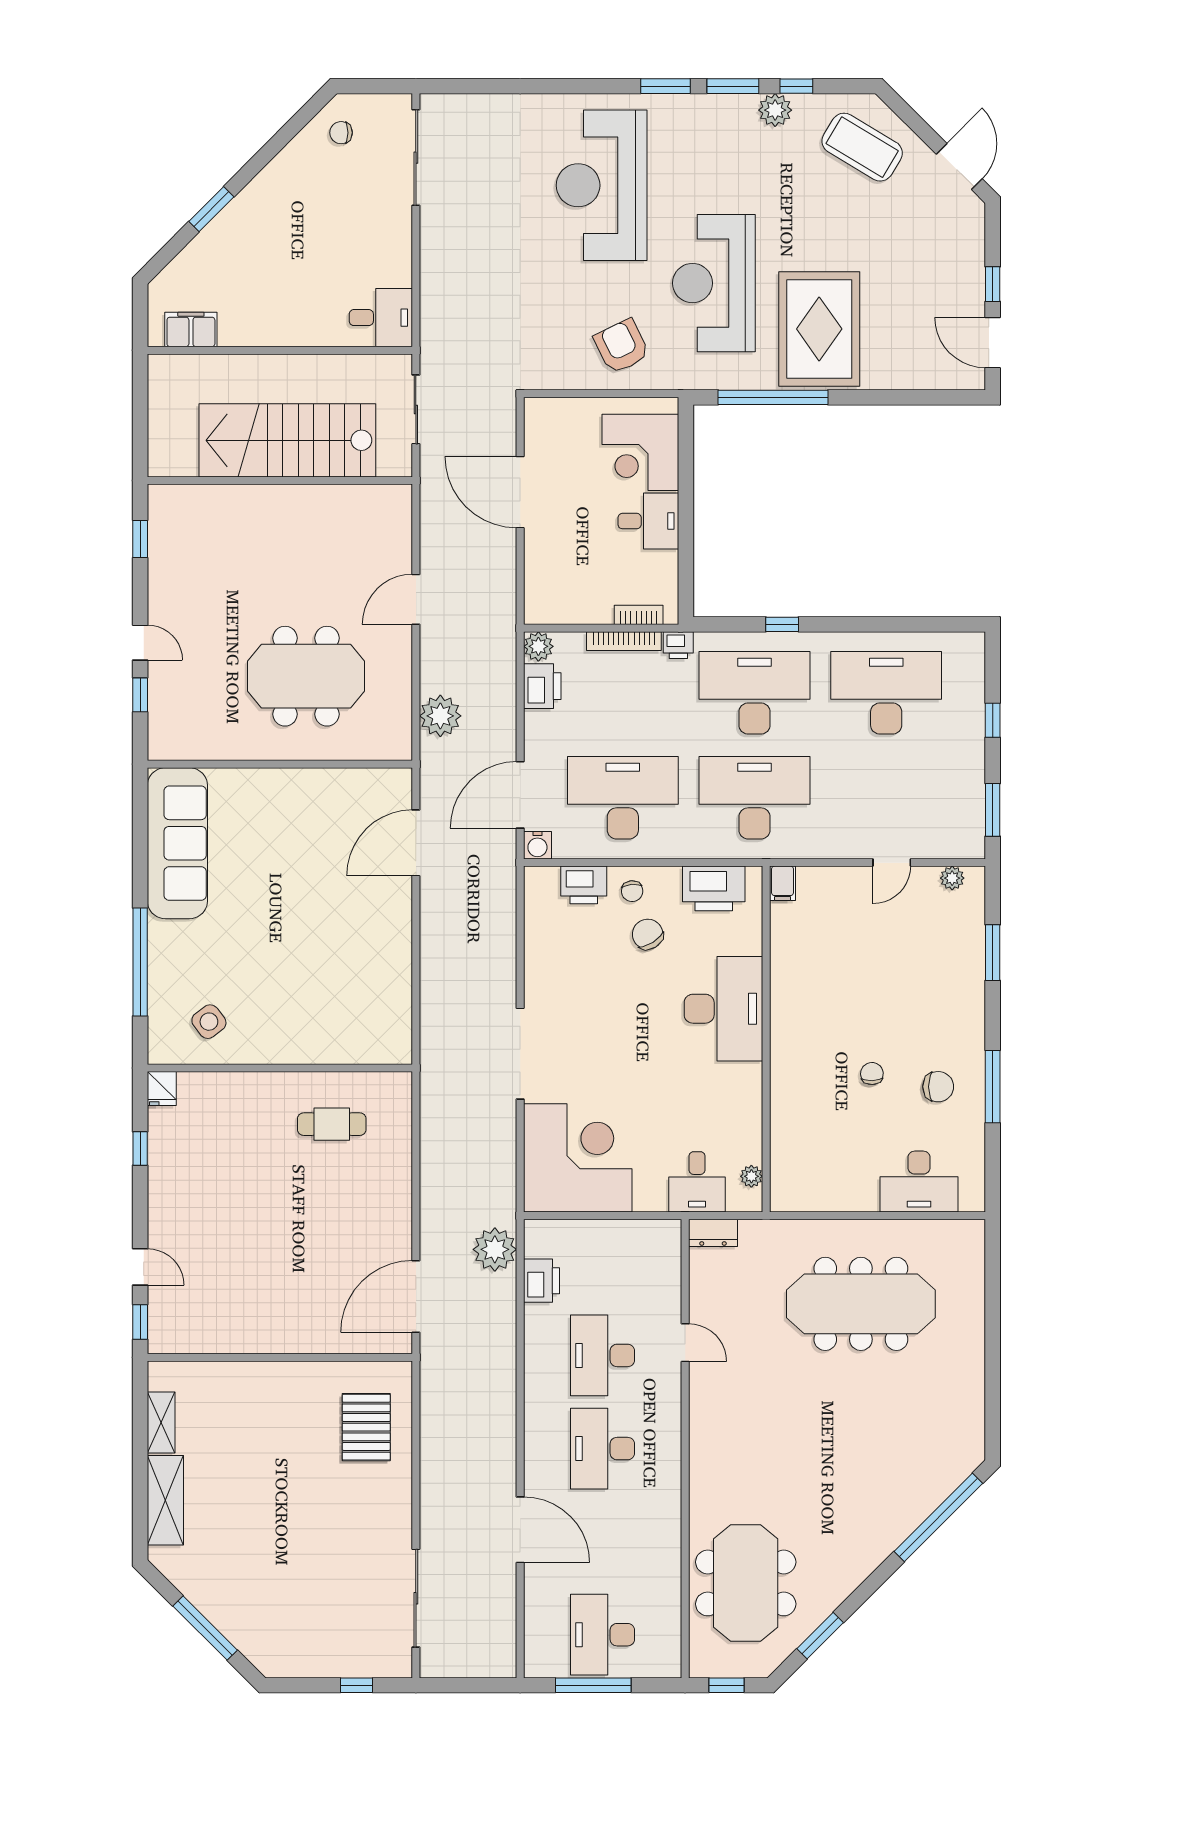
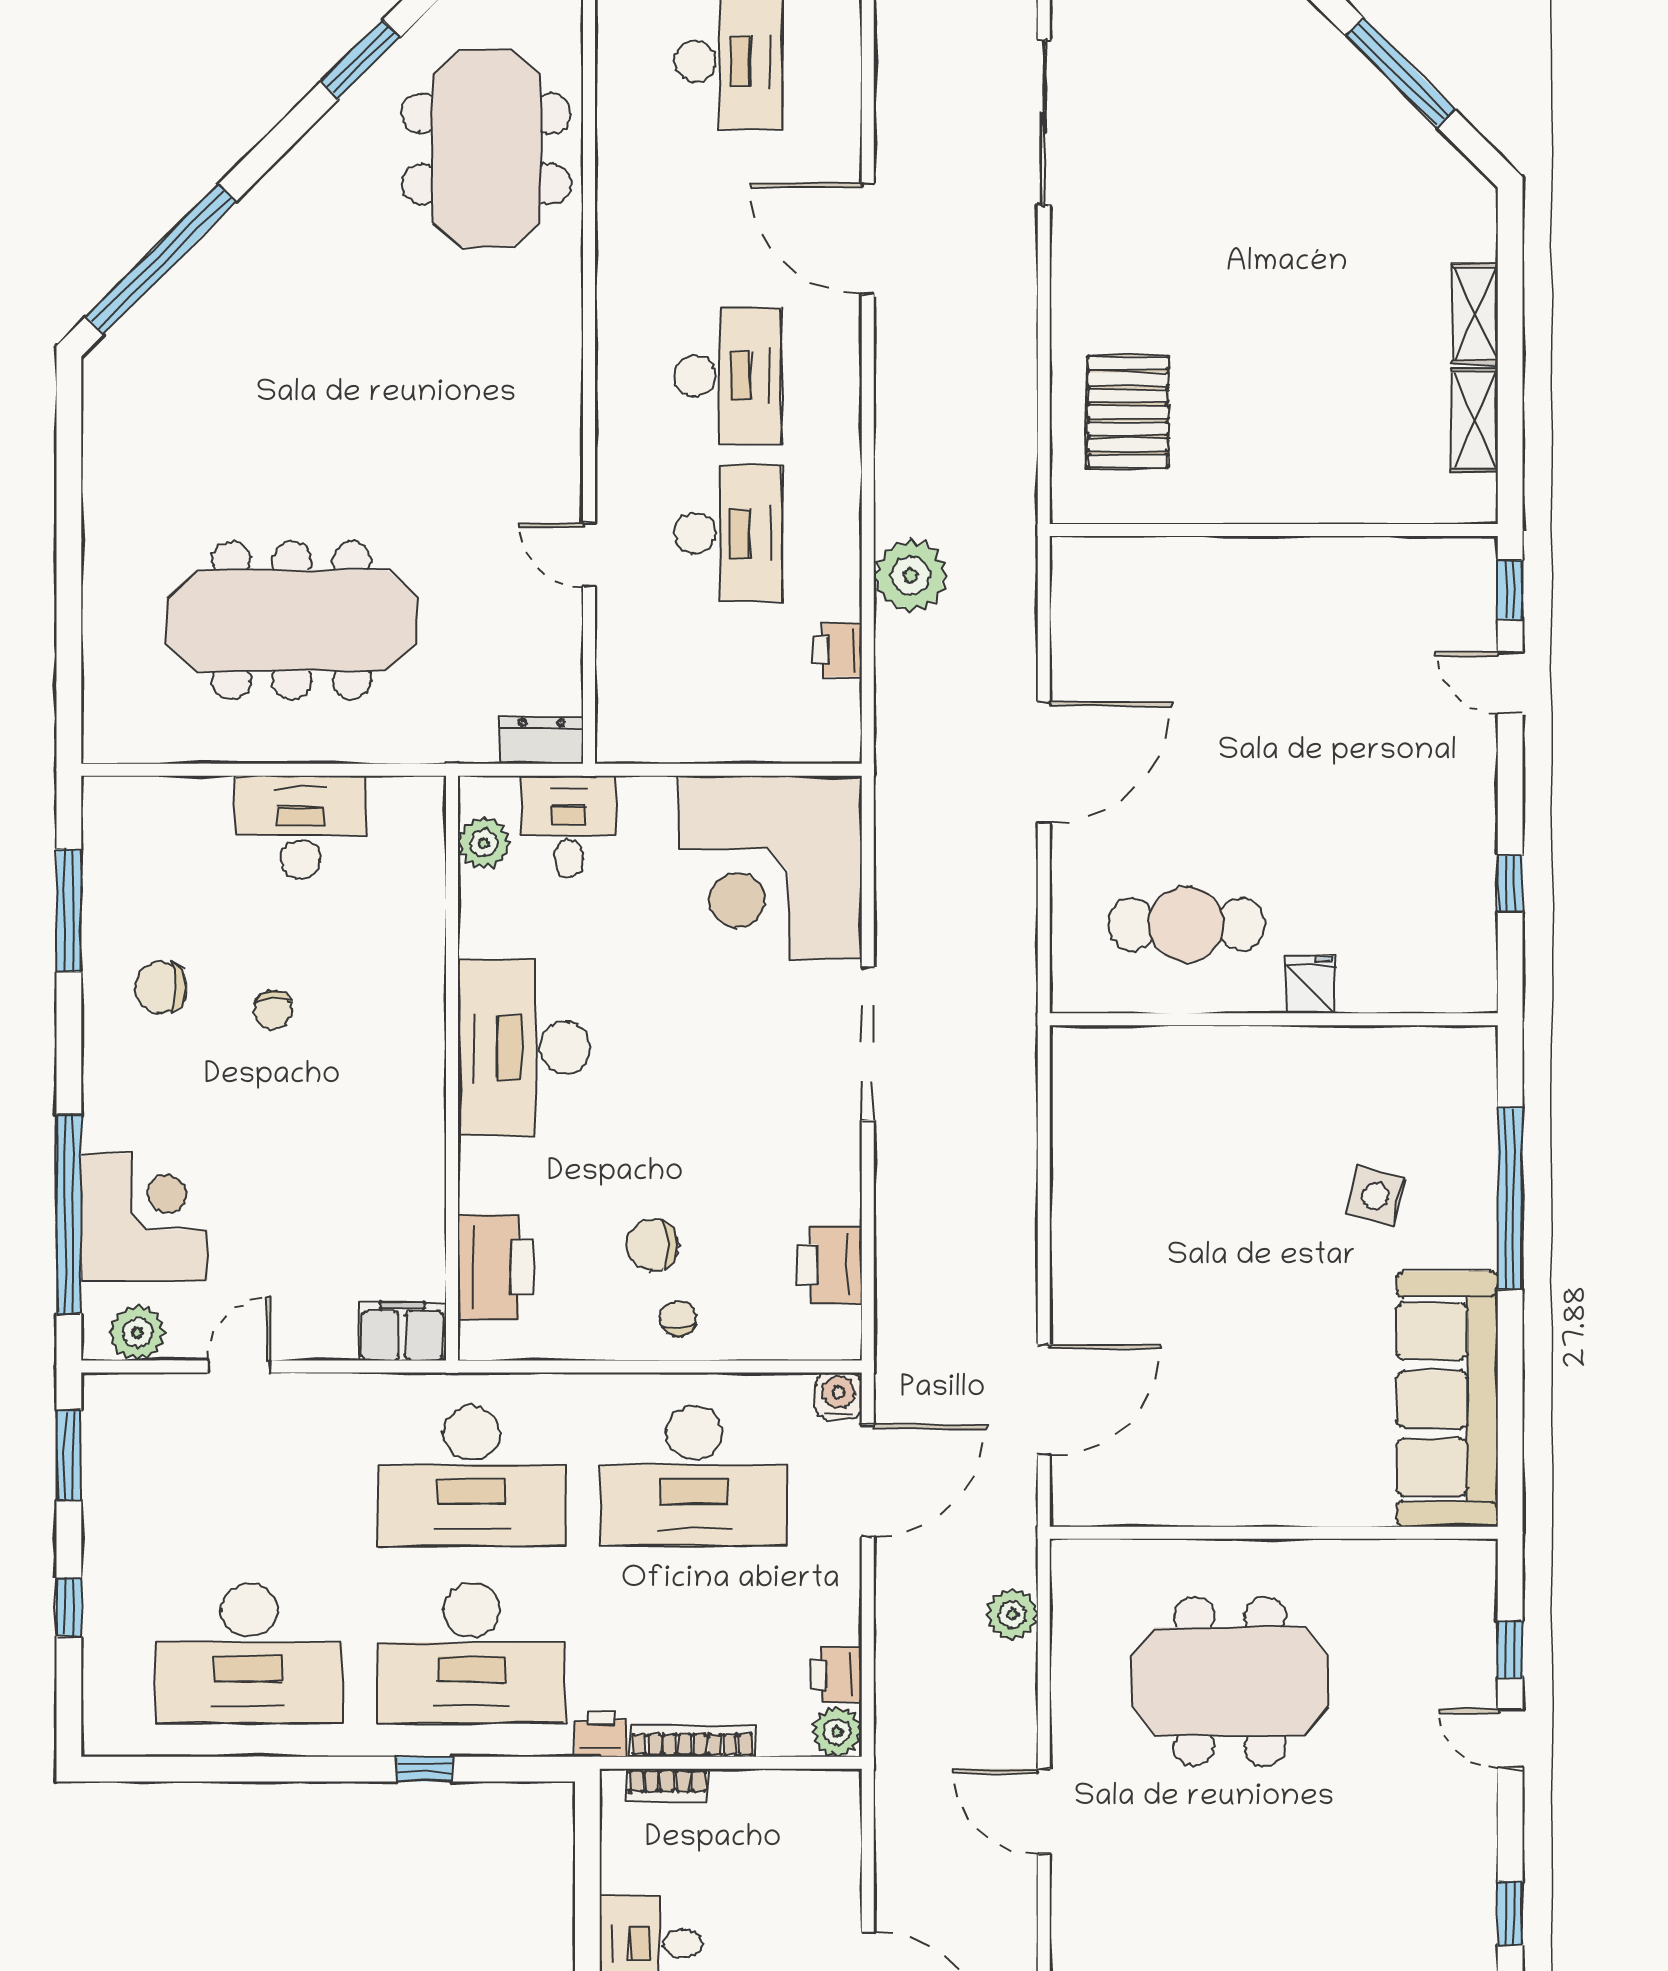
door: (416, 599) -> (1044, 1811), swing flipped
printer: (542, 686) -> (836, 1675), width x0.73, depth x0.81
plant: (440, 716) -> (1012, 1614), width x0.73, depth x0.73
plant: (952, 878) -> (137, 1333), width x1.38, depth x1.38
filing cabinet: (783, 883) -> (402, 1331), width x2.00
printer: (584, 885) -> (830, 1265), moved, turned -90
printer: (714, 888) -> (496, 1267), moved, turned 90
chair: (648, 934) -> (652, 1245), turned 122
corner desk: (948, 951) -> (144, 1217), added
window: (993, 953) -> (69, 1214), width x2.11
desk: (723, 1009) -> (524, 1047), moved
side table: (209, 1022) -> (1375, 1196), moved, turned -38
window: (993, 1087) -> (69, 911), moved
fridge: (162, 1089) -> (1311, 984), moved
cafe table: (332, 1124) -> (1186, 924), width x1.37, depth x1.35
plant: (751, 1176) -> (484, 843), width x1.38, depth x1.38
desk: (919, 1182) -> (300, 827), moved
plant: (495, 1249) -> (911, 576), moved
printer: (542, 1281) -> (837, 650), width x0.73, depth x0.81
door: (416, 1296) -> (1044, 763), moved
shelving: (165, 1500) -> (1475, 314), width x0.67, depth x0.75

